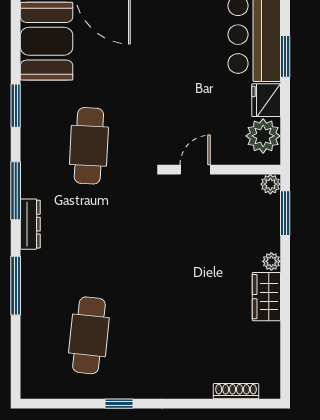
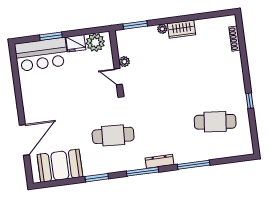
plant: (270, 184) -> (124, 62), moved

